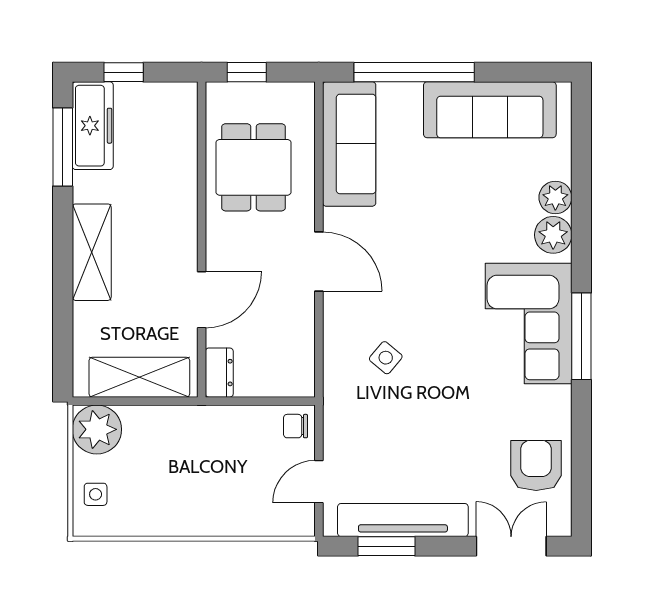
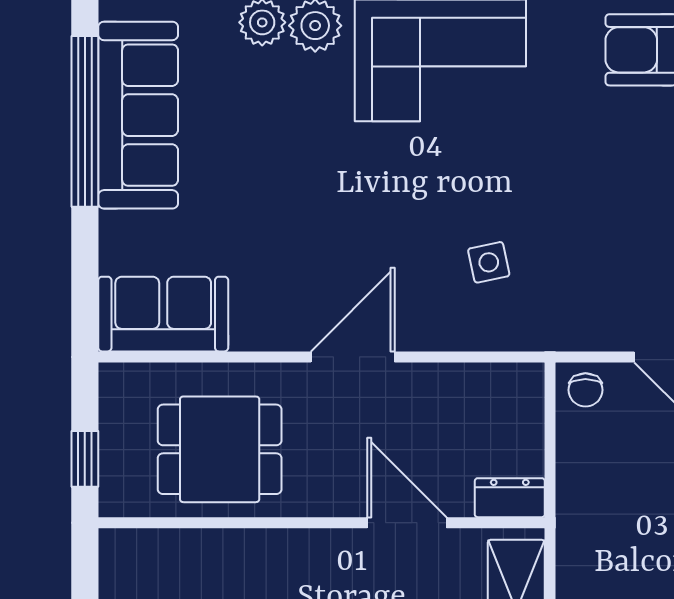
window: (414, 72) -> (85, 121), moved
sofa: (349, 144) -> (163, 314), width x0.73
side table: (386, 358) -> (489, 262), turned 38

